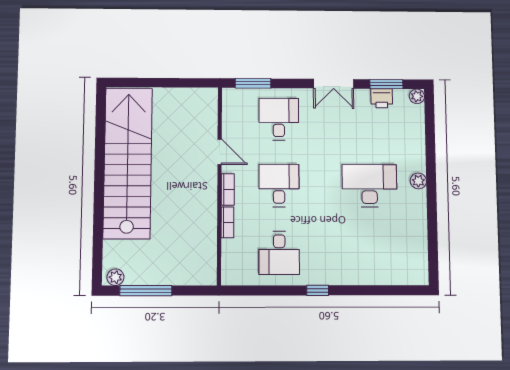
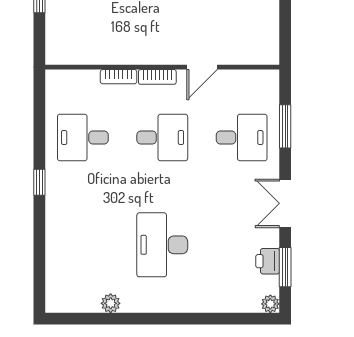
window: (253, 83) -> (285, 126), moved
plant: (418, 181) -> (111, 303), moved
desk: (369, 186) -> (162, 245), turned 180

